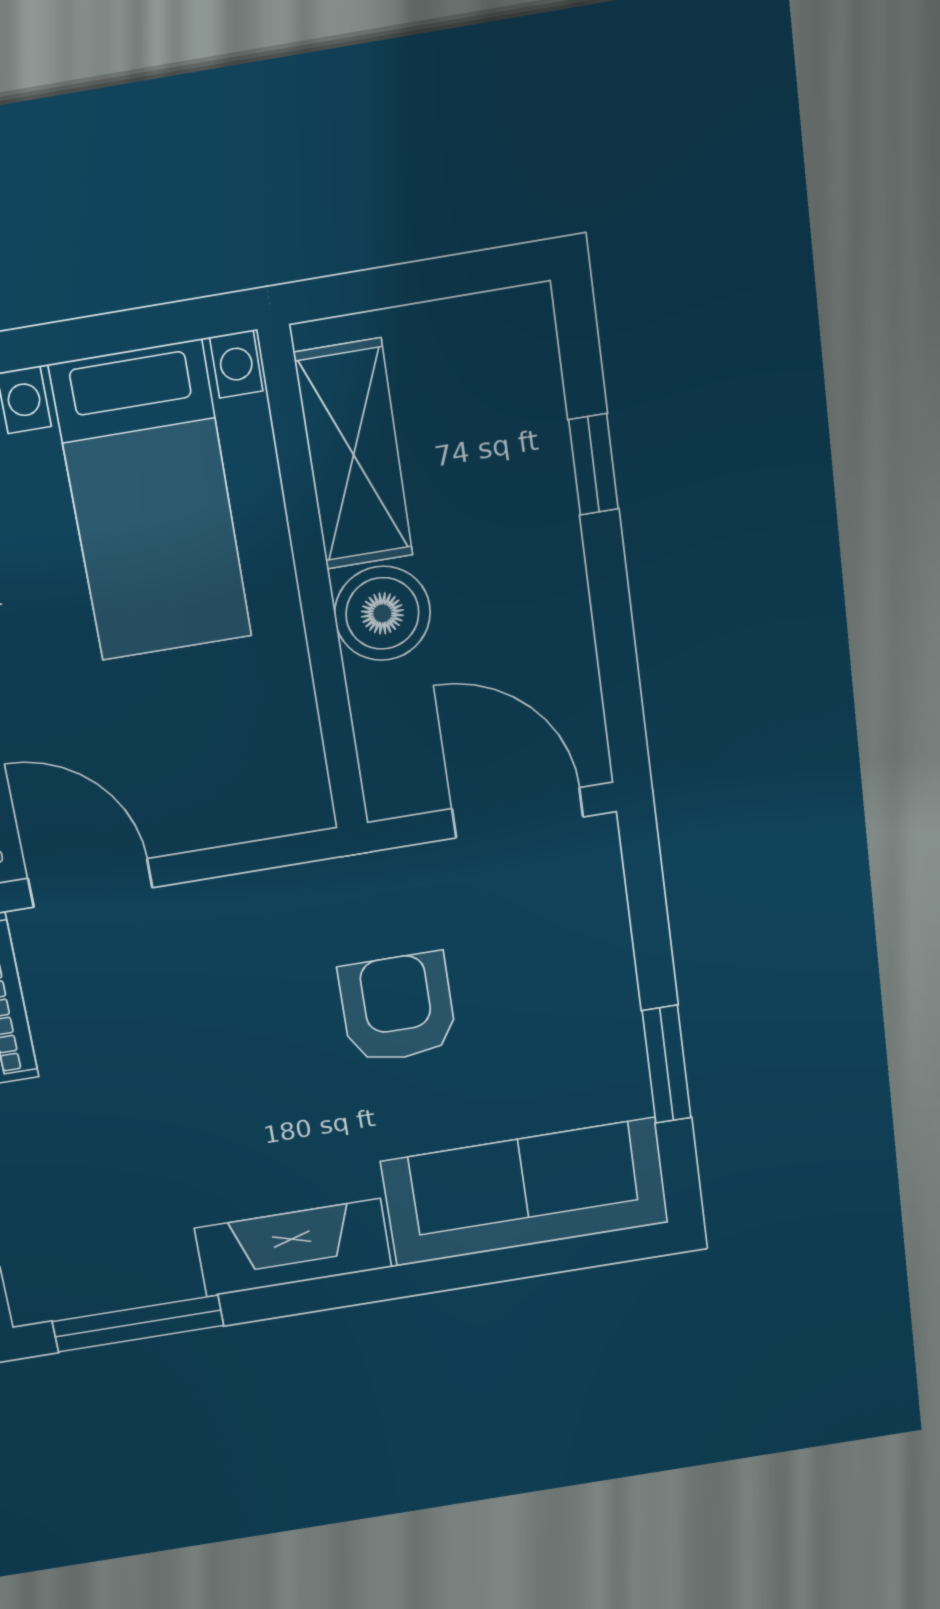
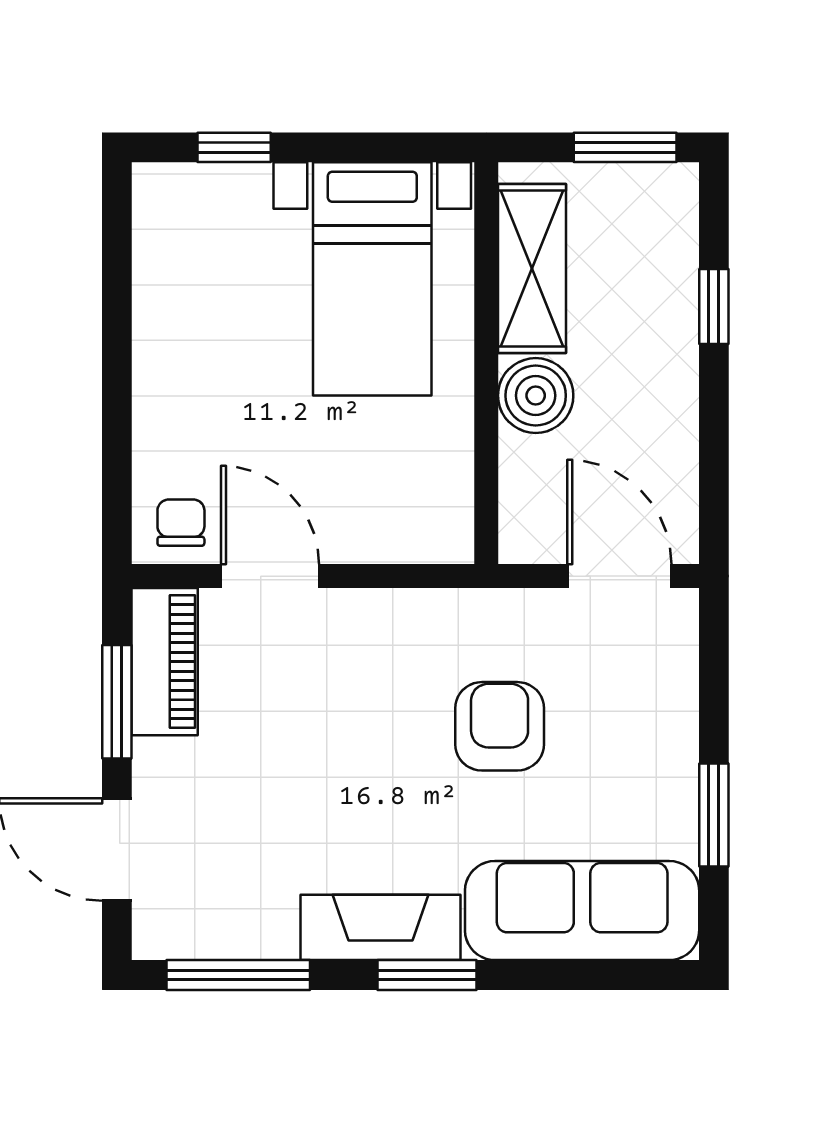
window: (452, 276) -> (625, 147), added
window: (356, 1289) -> (427, 975), added

